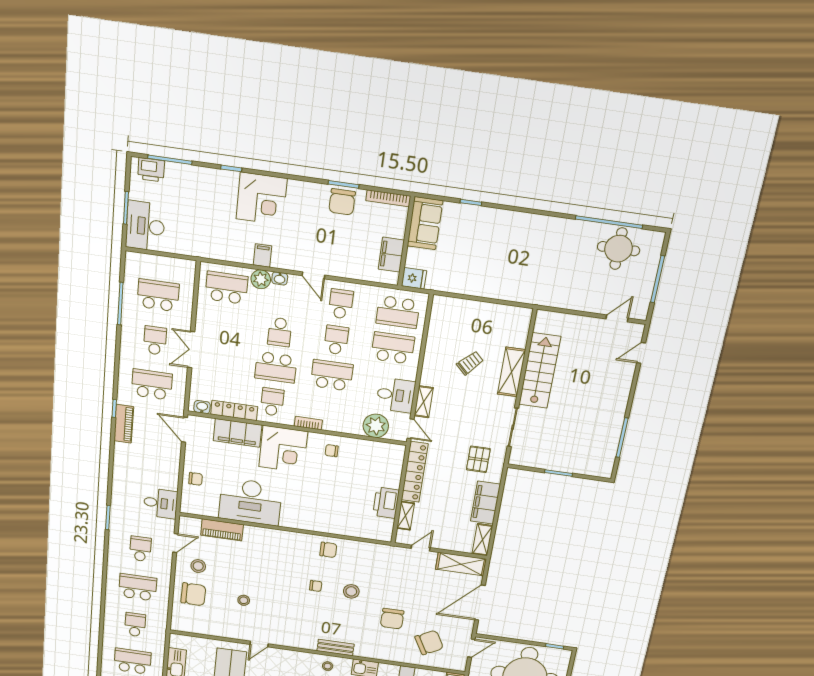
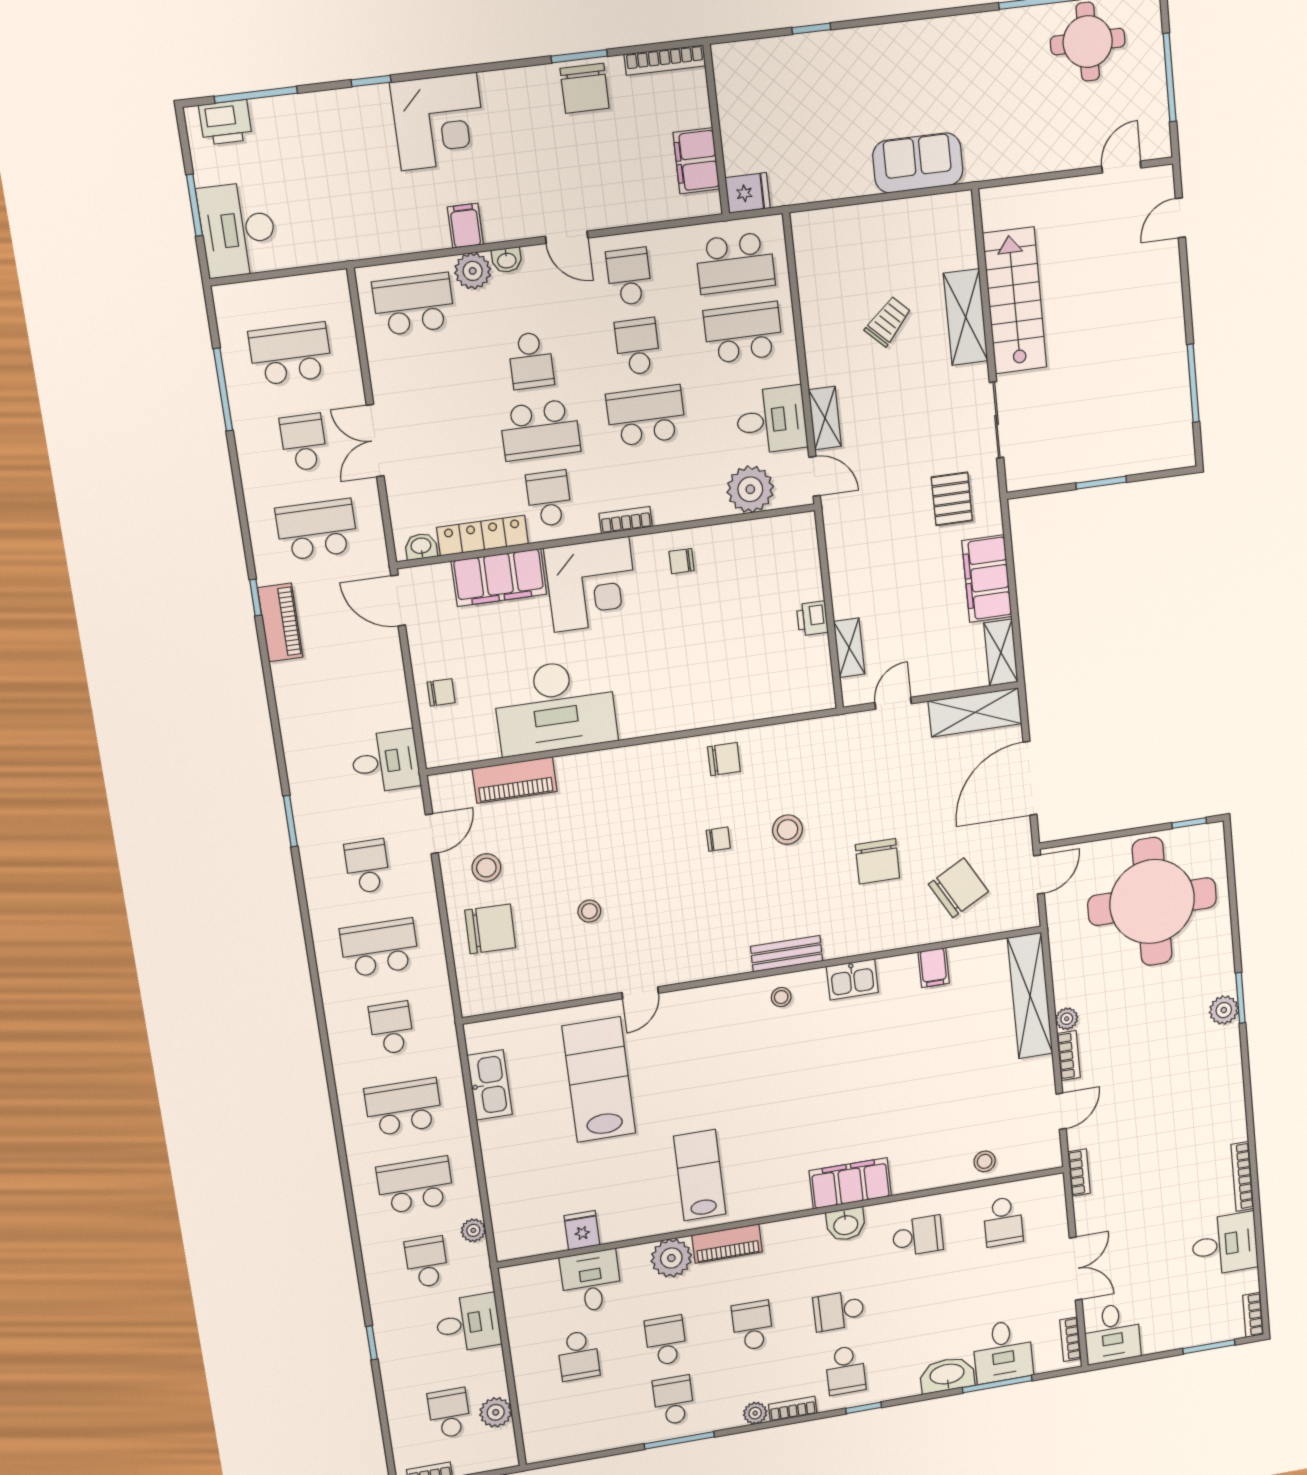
sofa: (425, 223) -> (918, 163), moved, turned -90
locker: (415, 472) -> (844, 557), removed
printer: (386, 503) -> (812, 618), width x0.53, depth x0.68

